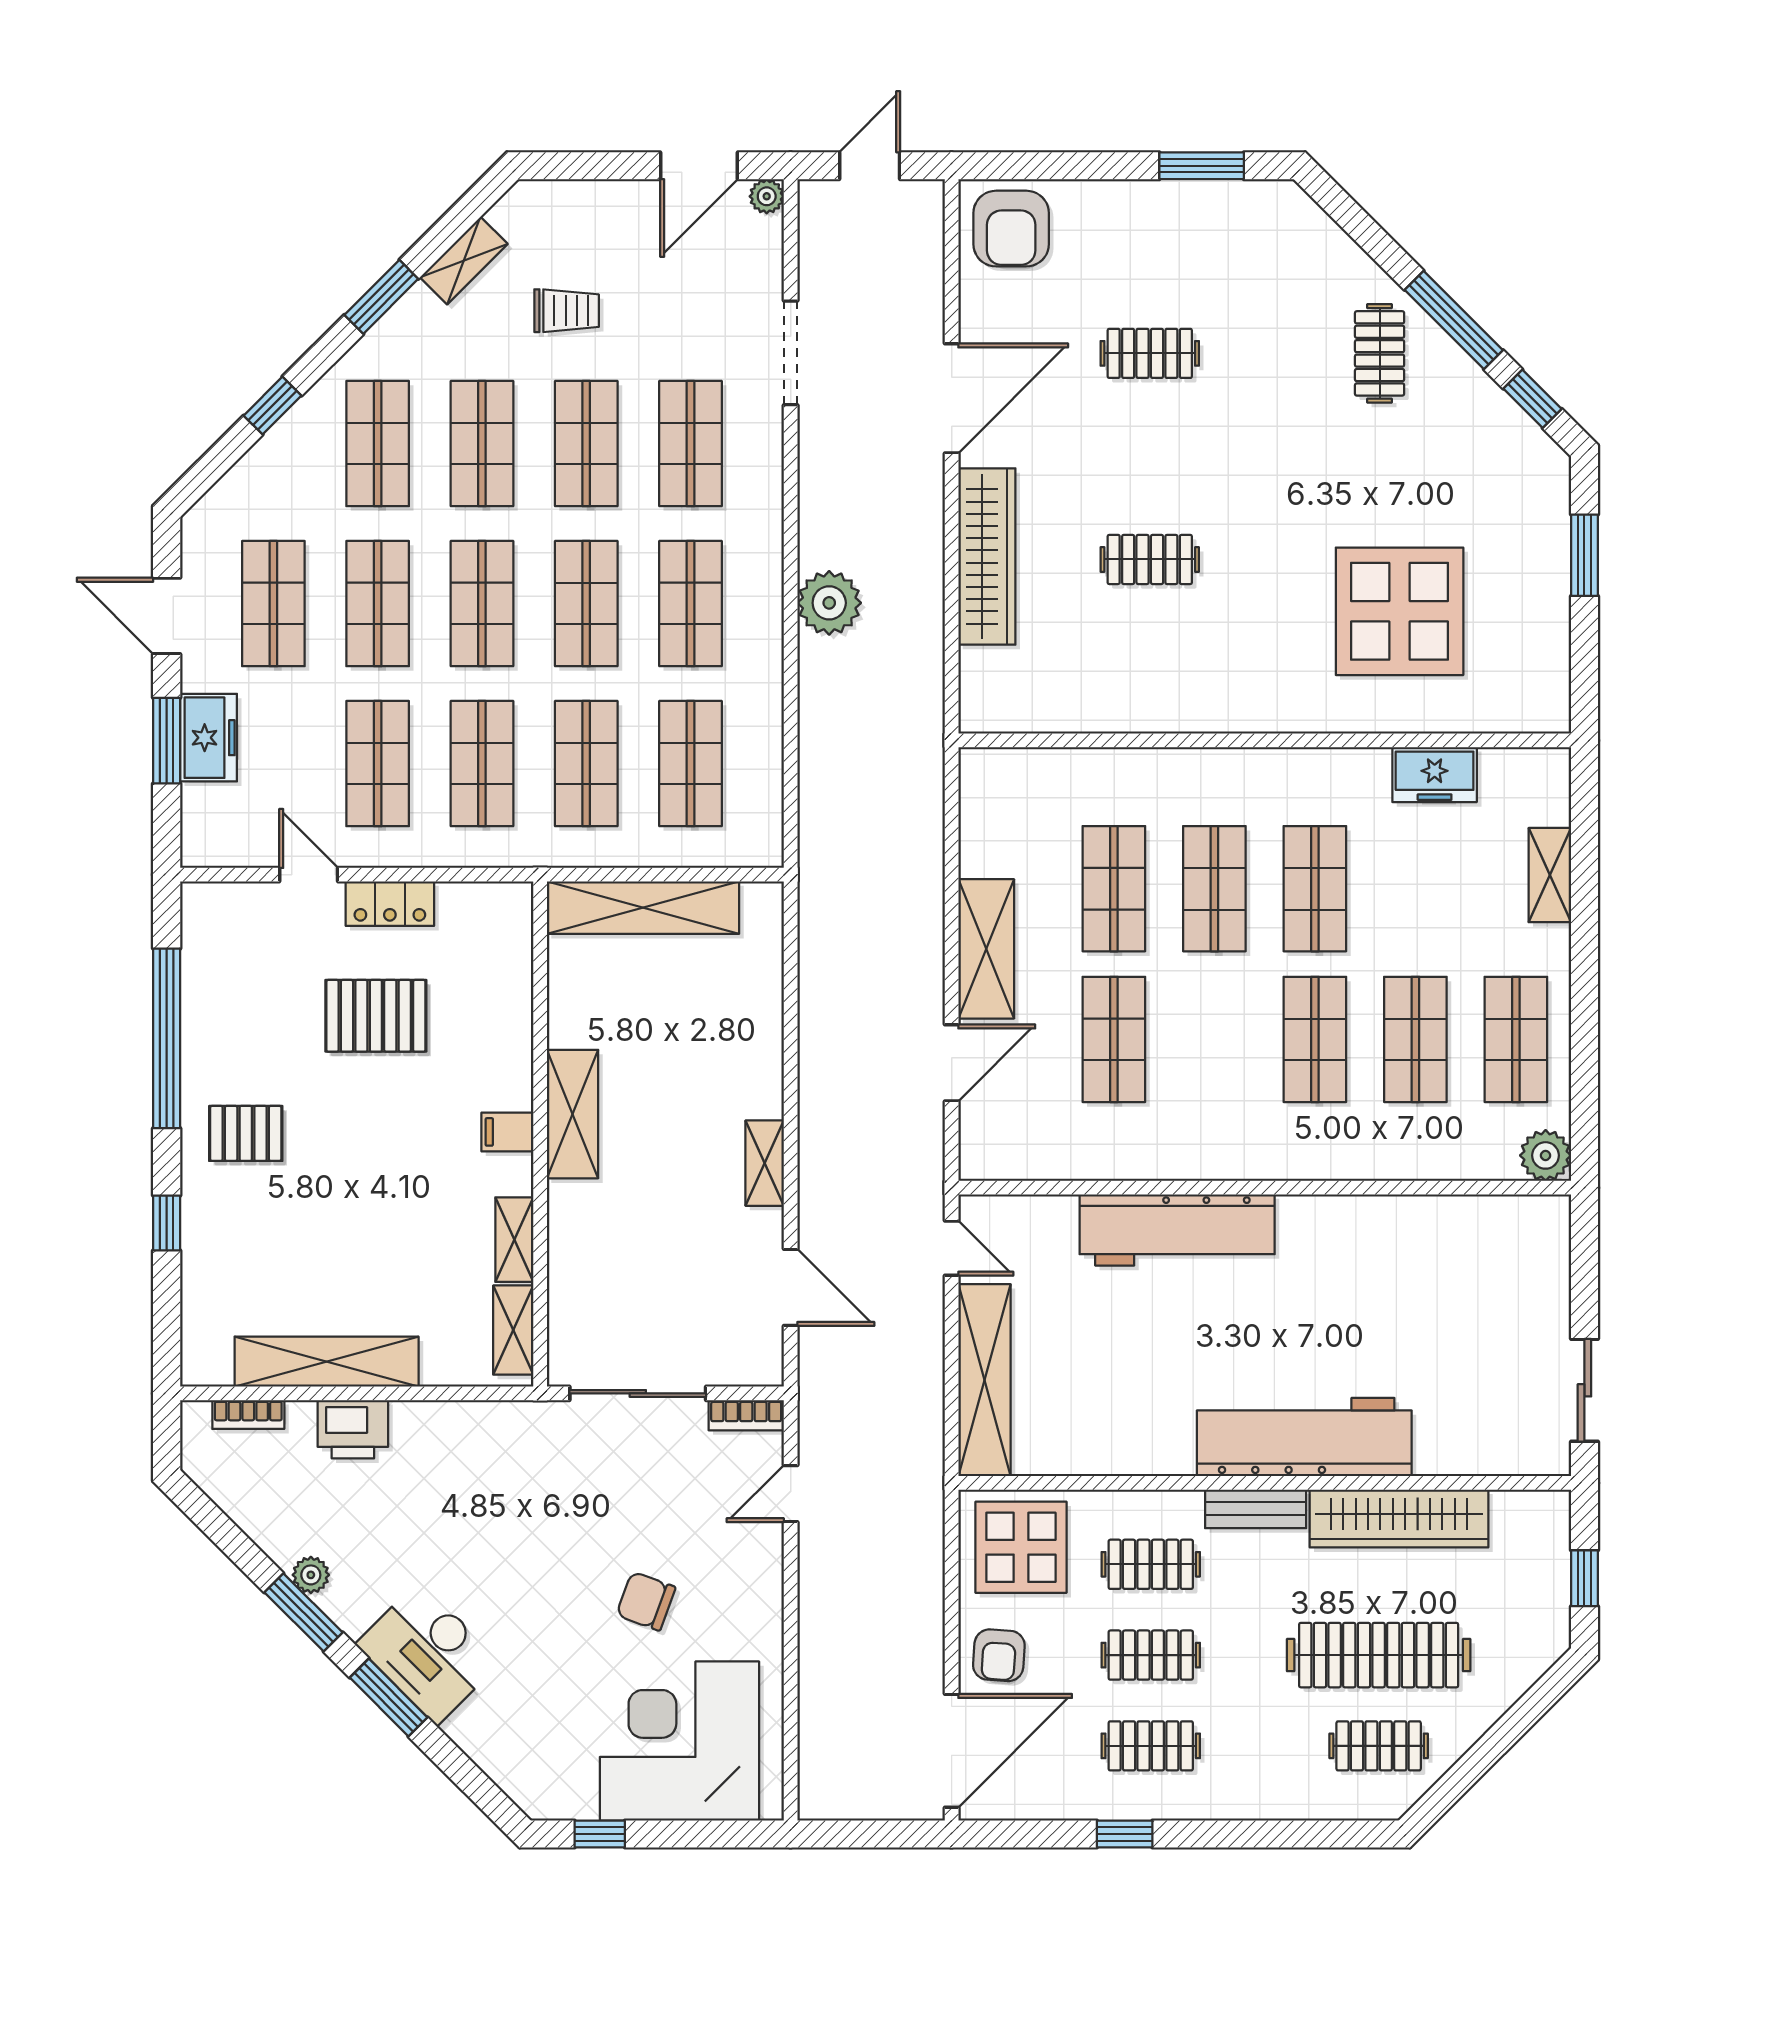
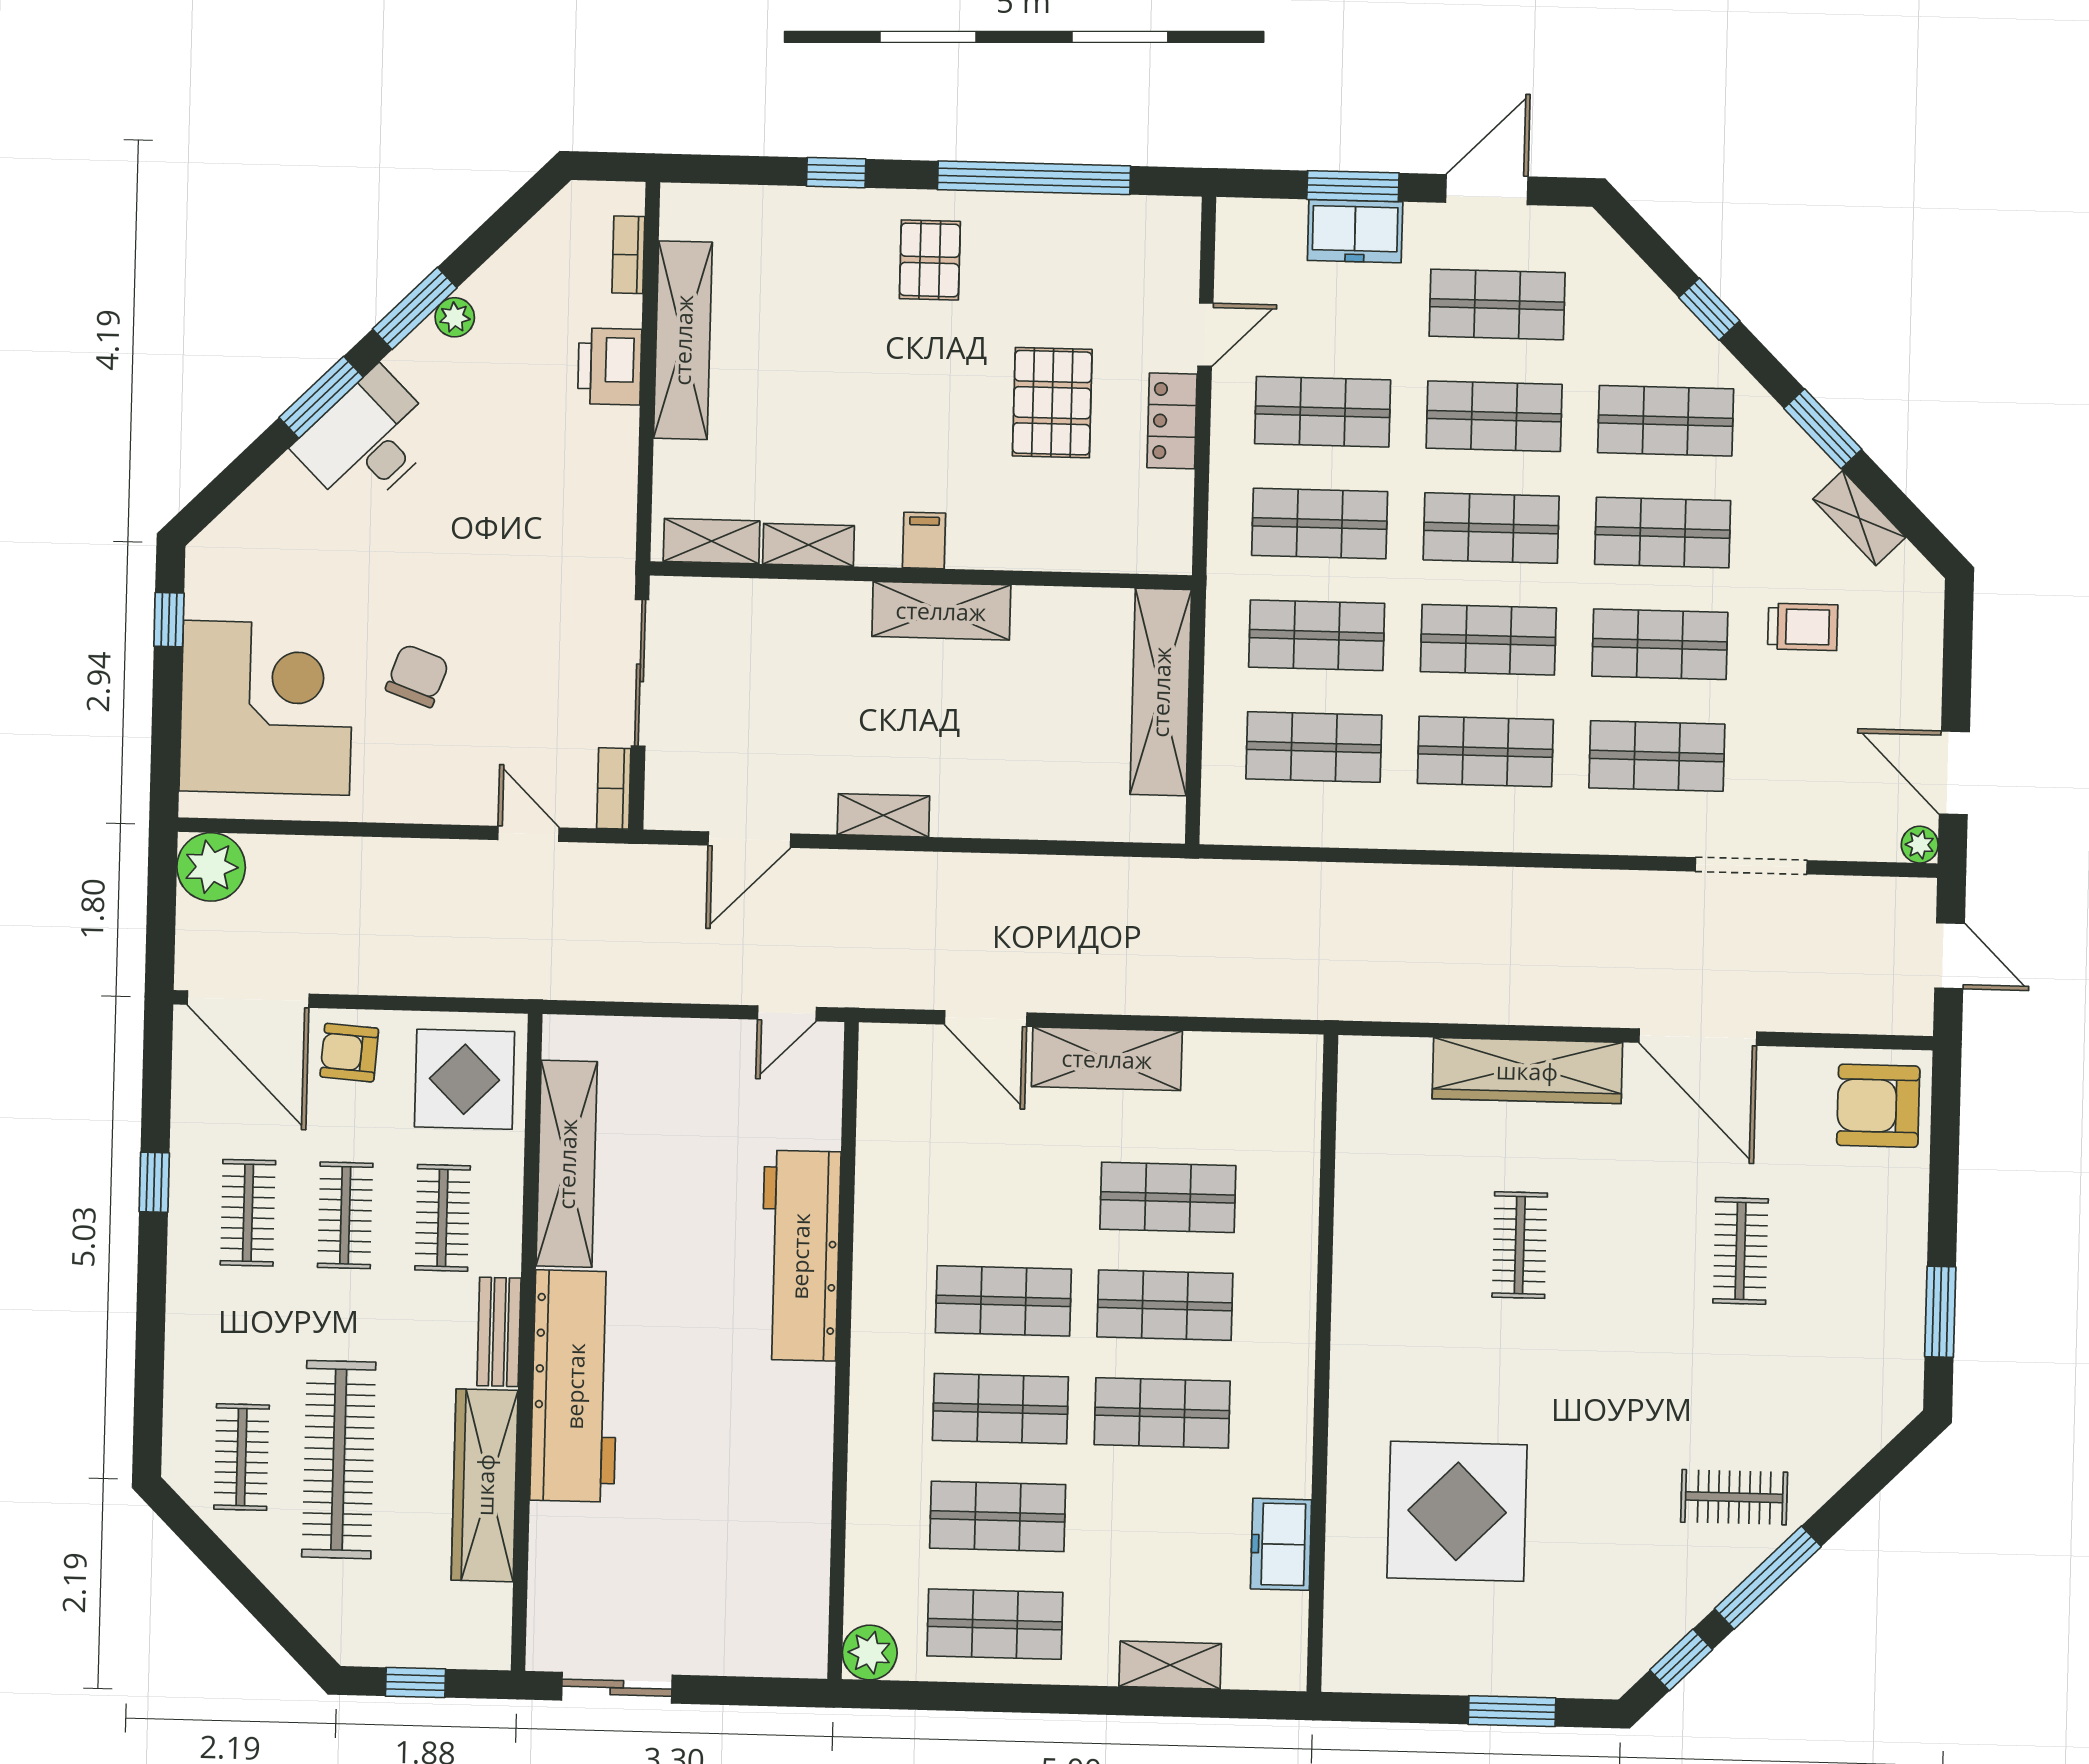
trolley: (567, 311) -> (1803, 627), turned -90
plant: (829, 603) -> (211, 867), moved
shop shelf: (1114, 1039) -> (1003, 1301), moved
shelving: (984, 1380) -> (567, 1164), moved, turned 90

